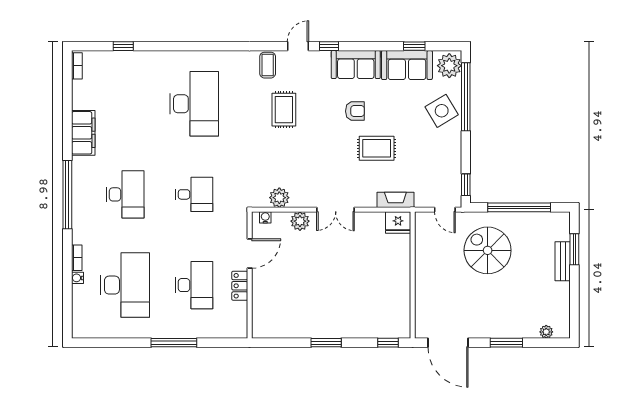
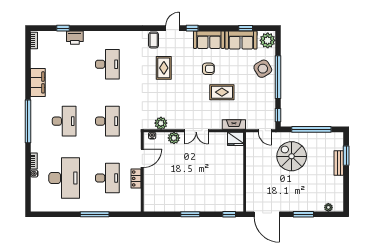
printer: (142, 61) -> (75, 38), added
window: (466, 97) -> (278, 77), moved
desk: (194, 104) -> (107, 64), width x0.73, depth x0.77
desk: (194, 194) -> (107, 121), width x1.37

